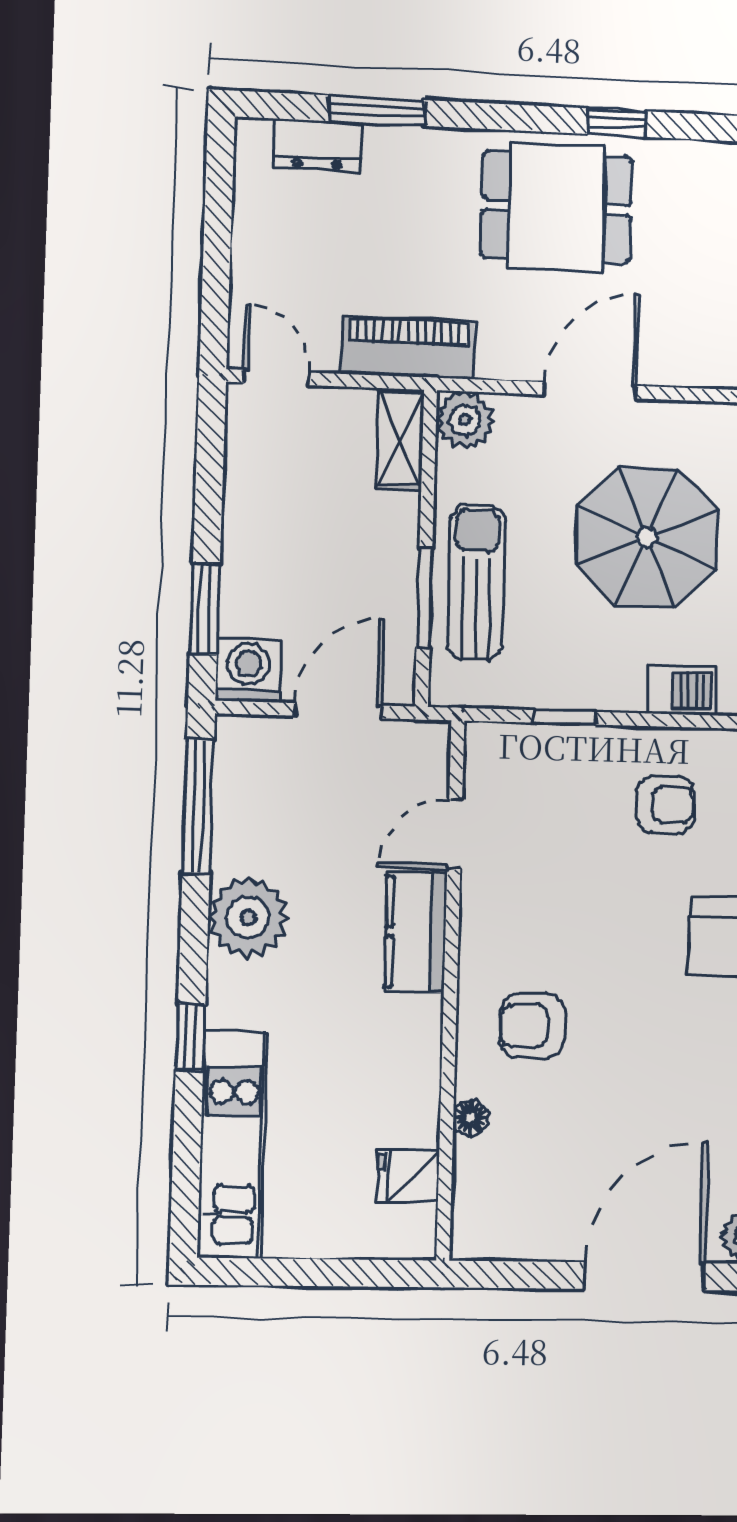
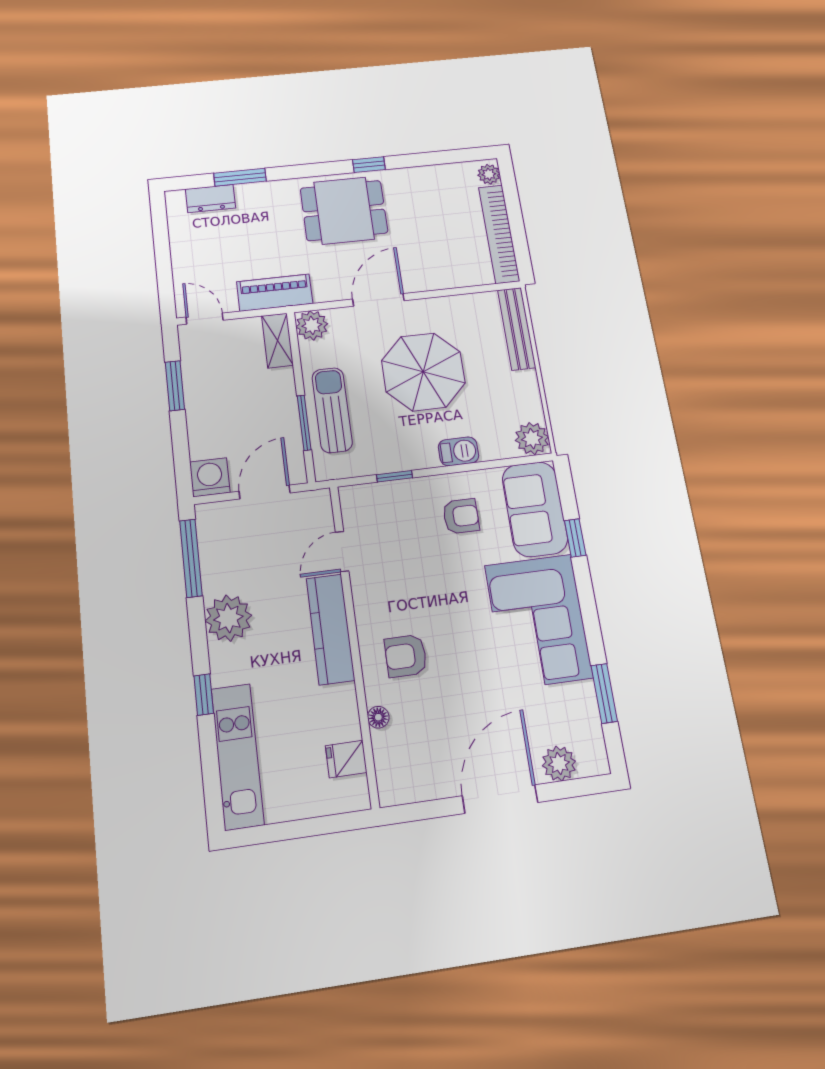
window: (205, 609) -> (175, 386), moved
kitchen counter: (416, 932) -> (330, 629), width x1.50

